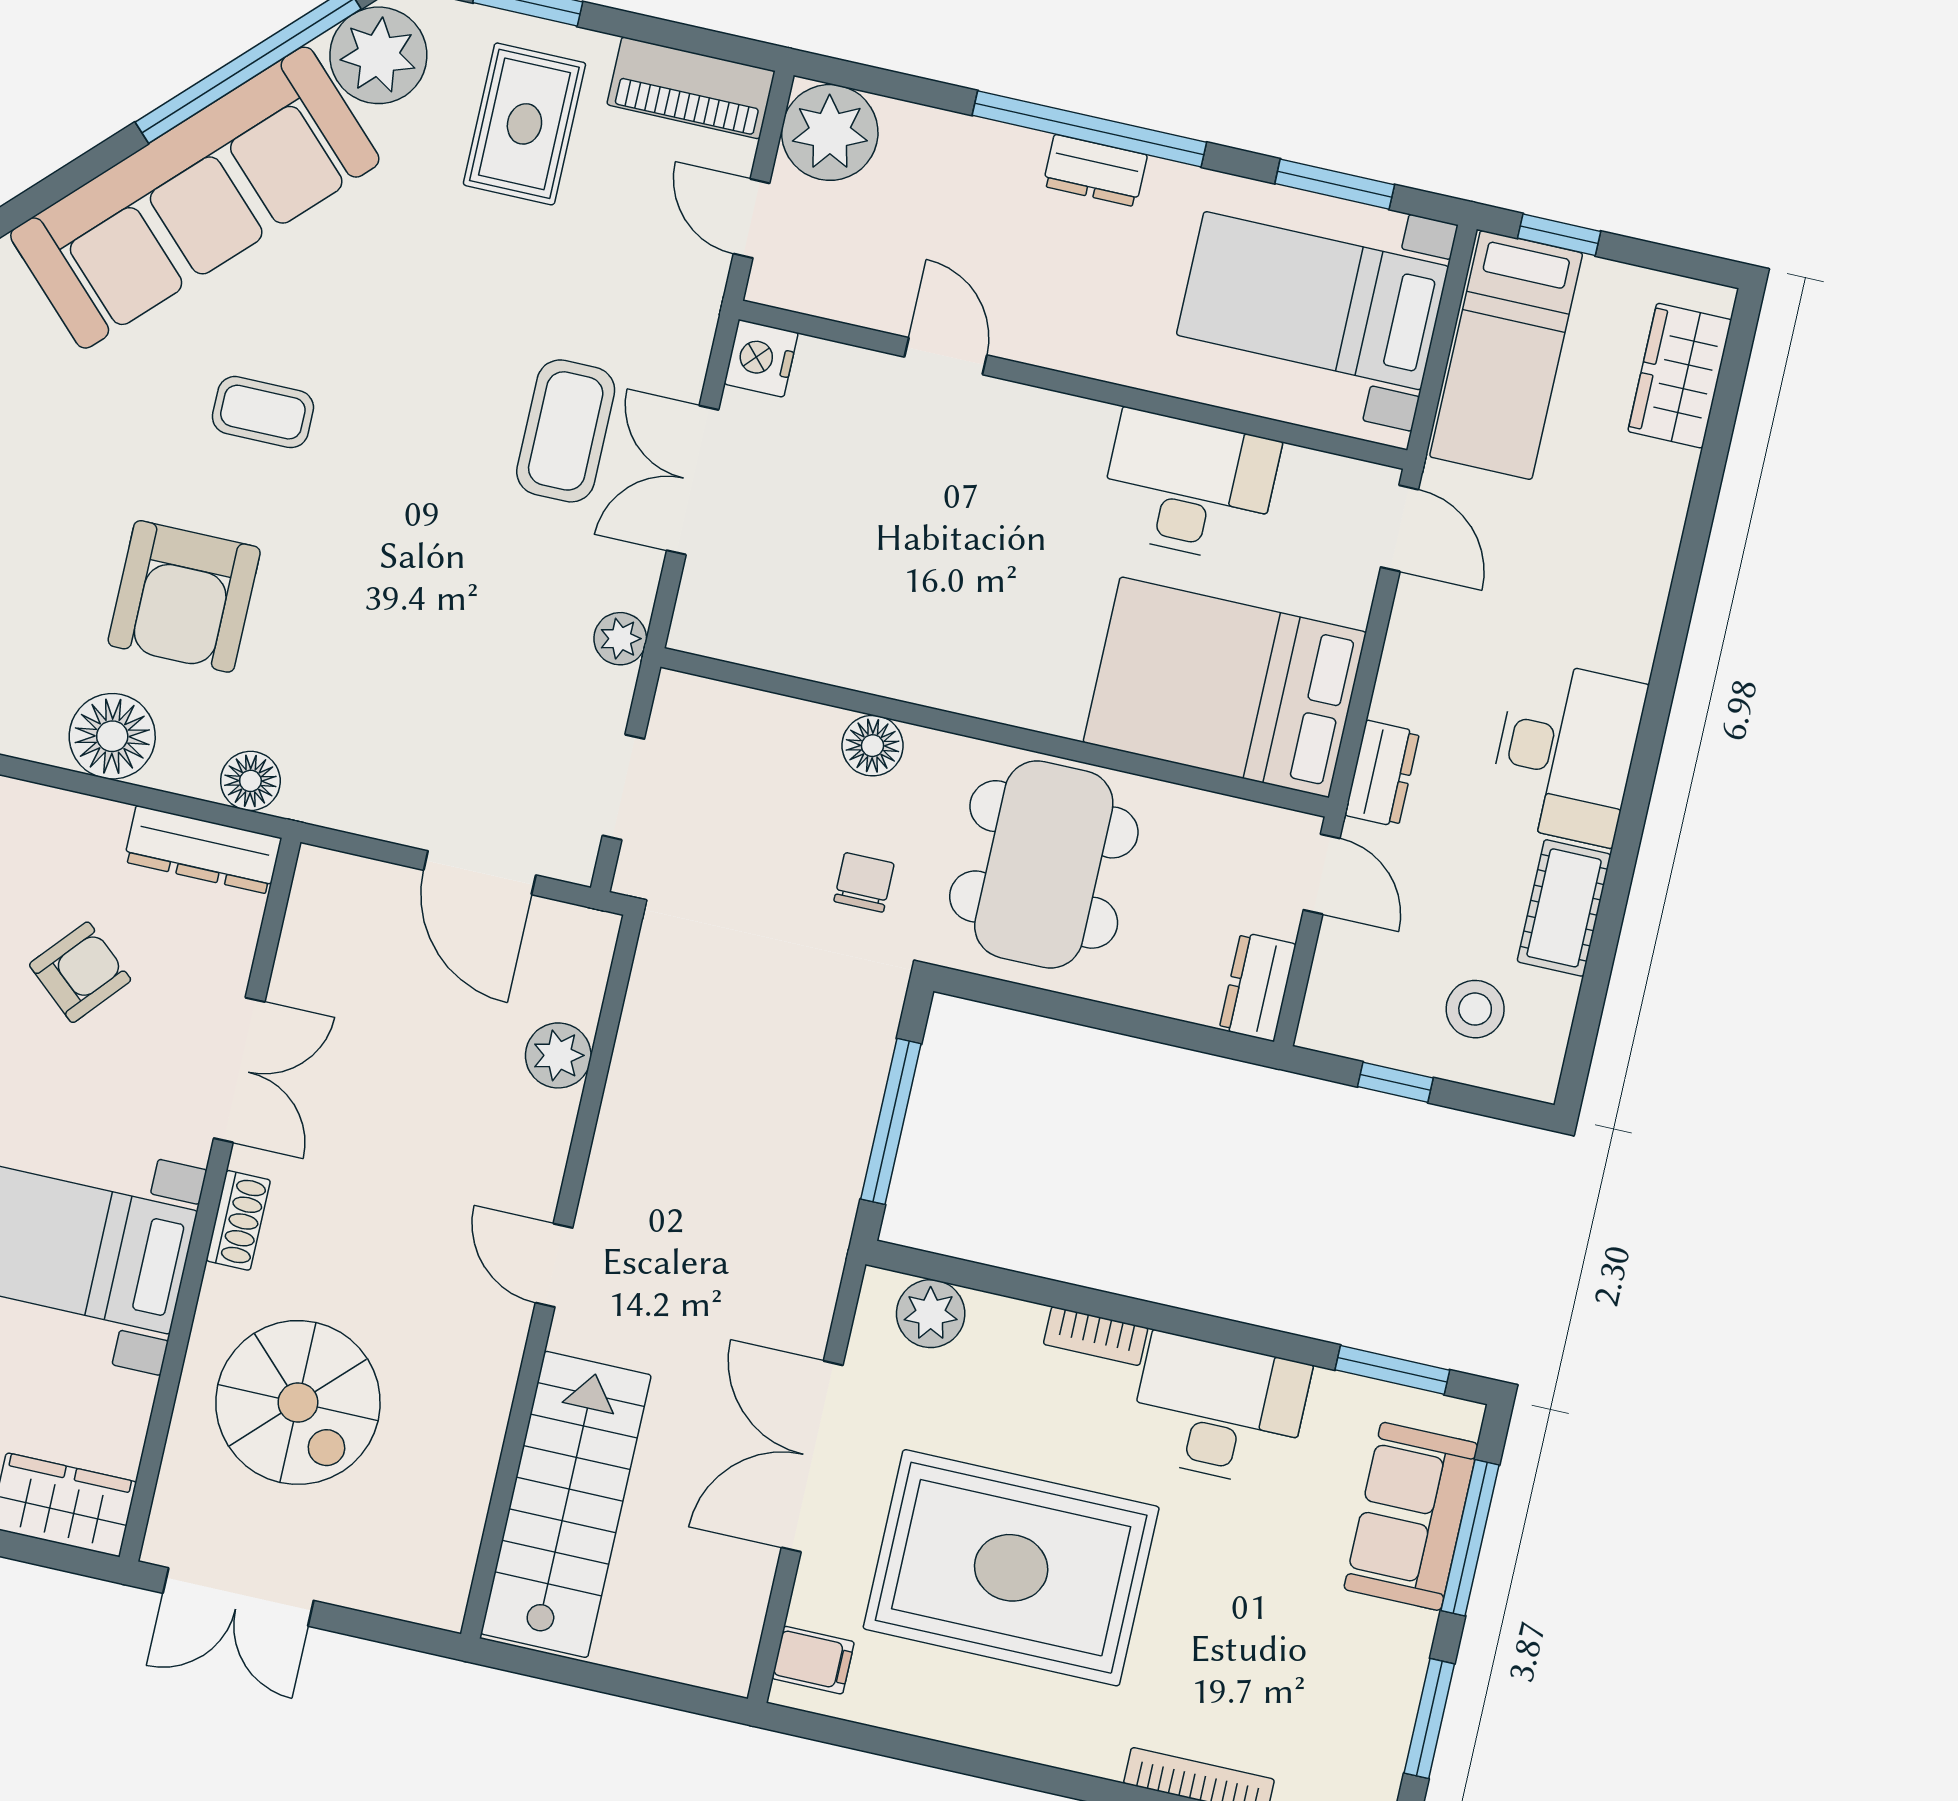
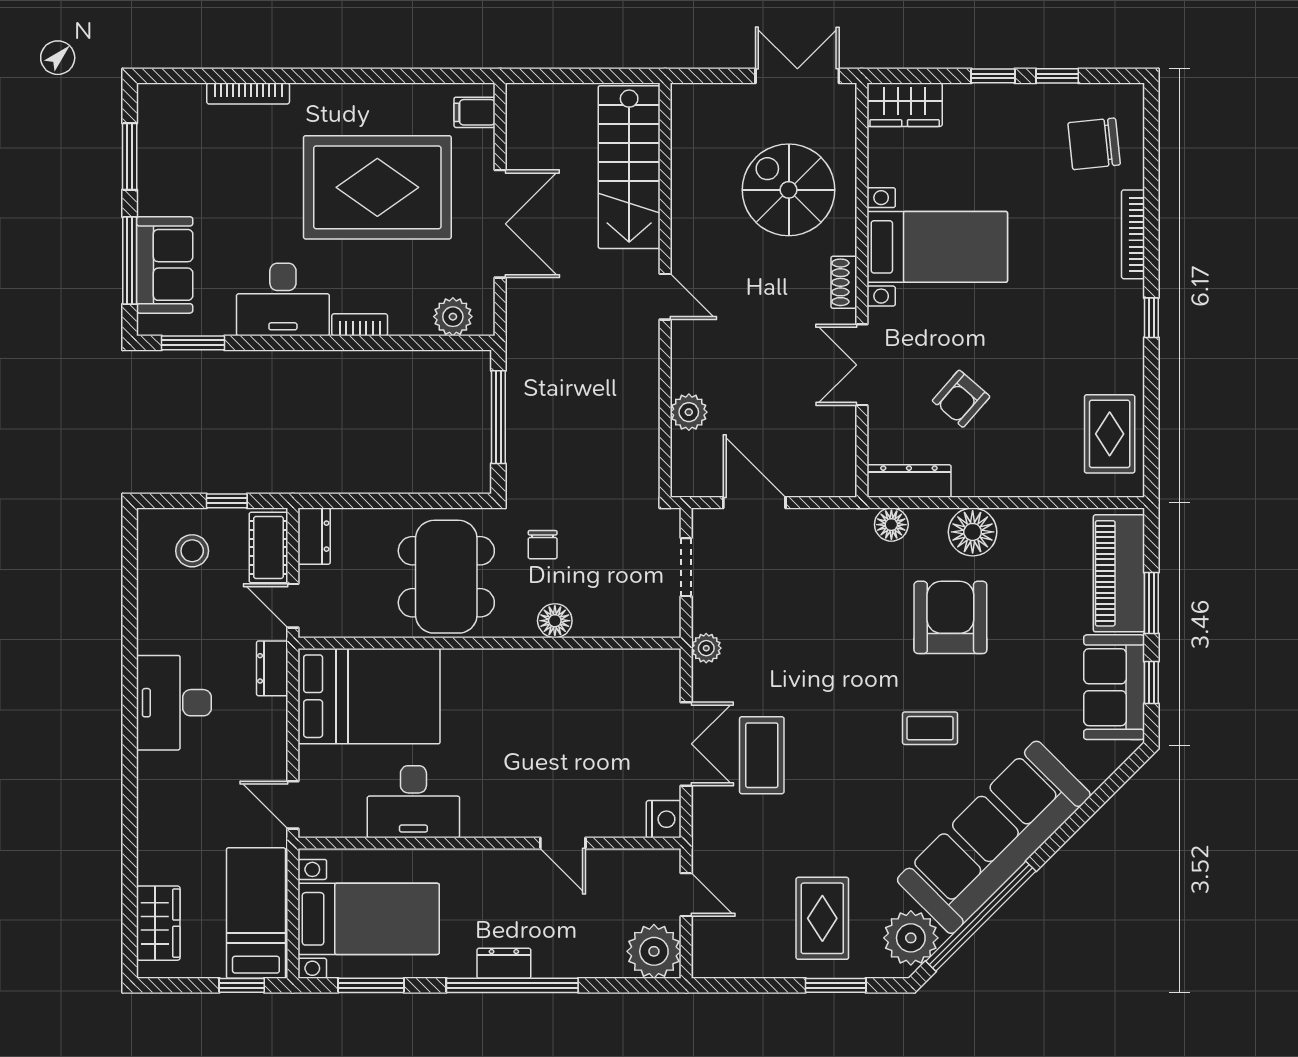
piano: (691, 88) -> (736, 959), removed
cot: (1564, 908) -> (268, 547), moved

